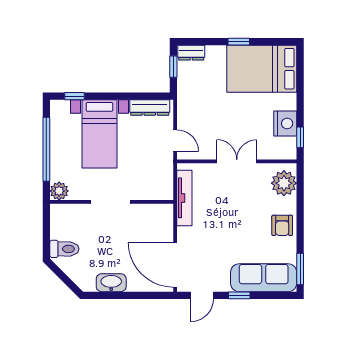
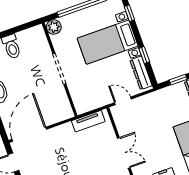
window: (130, 96) -> (144, 55), added
door: (175, 141) -> (123, 101), swing flipped
tv unit: (184, 198) -> (88, 121), width x0.71

